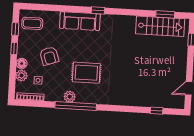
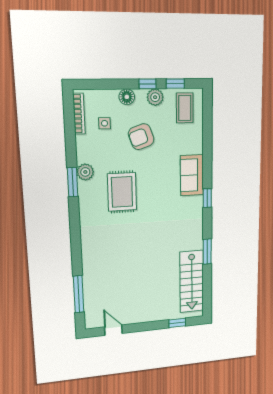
window: (165, 14) -> (207, 251), moved
sofa: (80, 21) -> (192, 175), width x0.73
plant: (22, 75) -> (155, 97), moved
window: (76, 106) -> (73, 182), width x0.47
window: (157, 111) -> (79, 294), width x2.17

